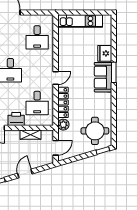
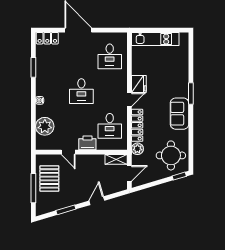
fridge: (105, 53) -> (139, 84), moved, turned 180
sofa: (103, 77) -> (180, 114), moved
shelving: (31, 135) -> (116, 159), moved

